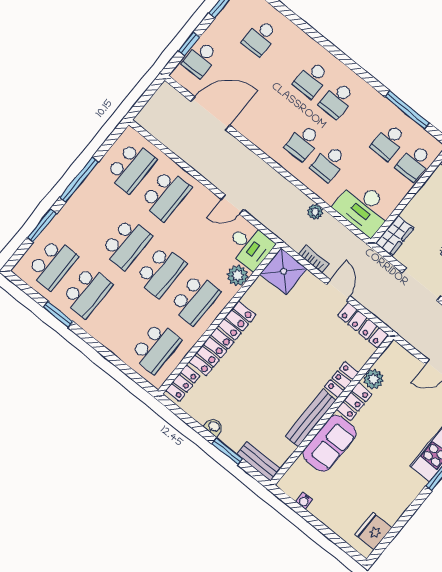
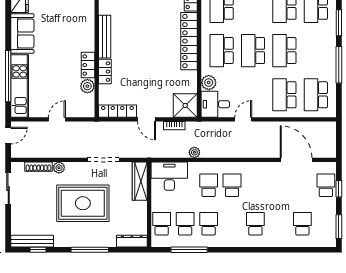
school desk: (337, 100) -> (209, 224), moved
door: (210, 113) -> (296, 160), swing flipped
wardrobe: (395, 236) -> (140, 181), width x1.50
sofa: (330, 443) -> (22, 34), moved, turned 180

